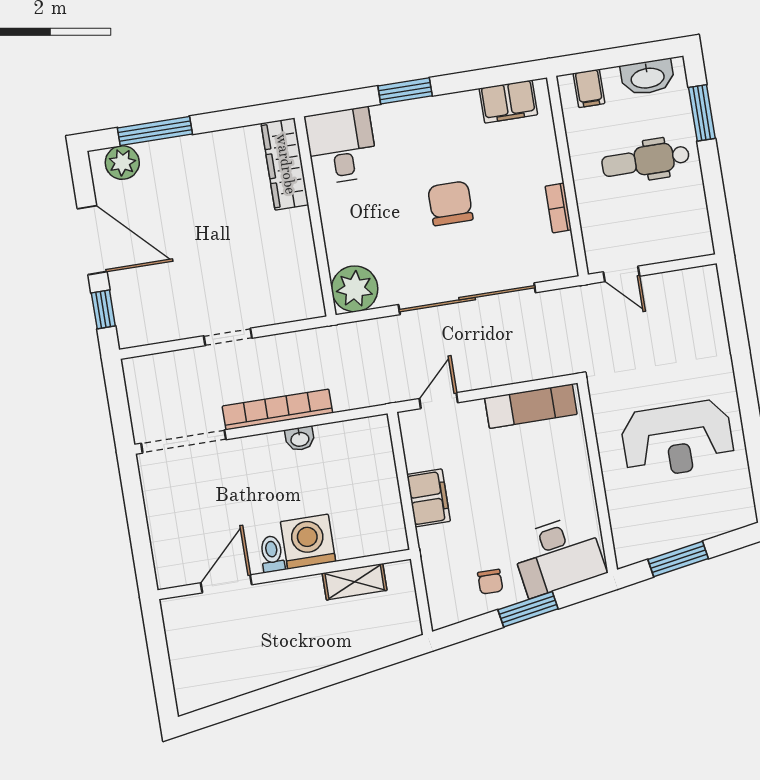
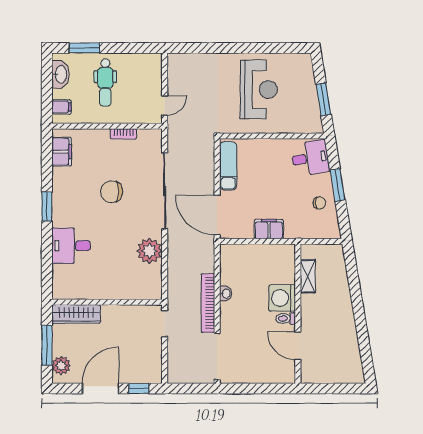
wardrobe: (285, 164) -> (76, 314), moved
wall: (315, 216) -> (107, 302), moved
door: (439, 401) -> (217, 215), width x1.88
desk: (558, 555) -> (310, 158), width x0.73

